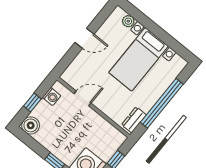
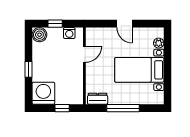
door: (82, 98) -> (84, 54), hinge flipped
window: (162, 103) -> (123, 108), width x0.68

